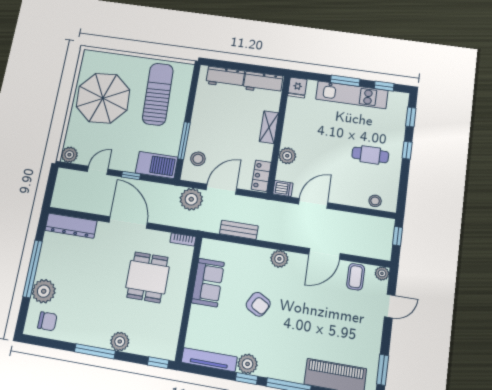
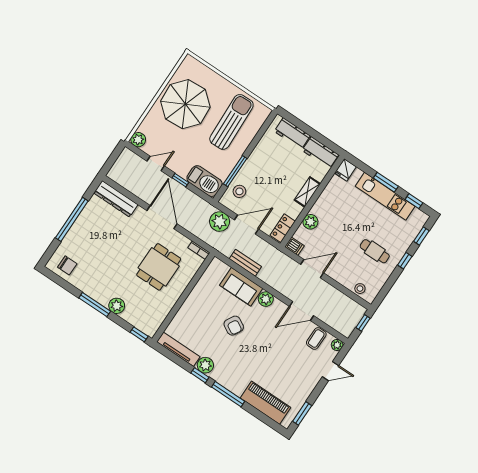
sofa: (208, 283) -> (241, 287), moved, turned 90
plant: (44, 291) -> (74, 241), removed

